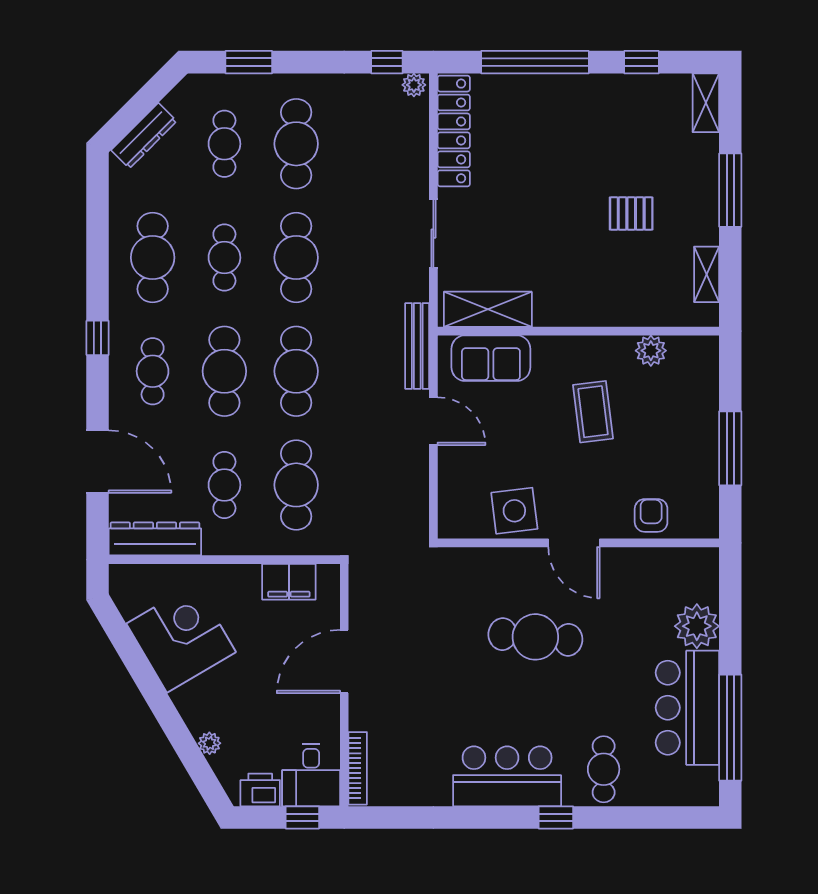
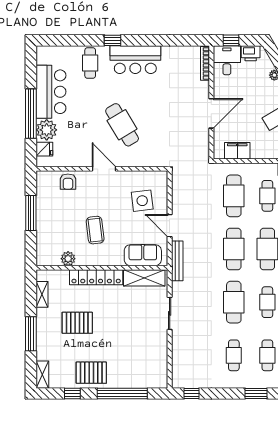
plant: (414, 85) -> (179, 383), removed
pallet: (601, 107) -> (91, 373), added
locker: (454, 131) -> (96, 277), moved, turned -90
cafe table: (296, 144) -> (234, 355), width x0.73, depth x0.74
pallet: (631, 213) -> (77, 323), width x1.50, depth x1.42
side table: (514, 511) -> (142, 201), moved
fridge: (701, 585) -> (44, 149), added
cafe table: (535, 637) -> (122, 125), turned 54
window: (730, 728) -> (31, 114), moved

